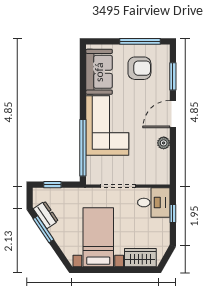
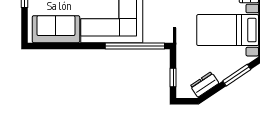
window: (43, 229) -> (237, 75), moved

